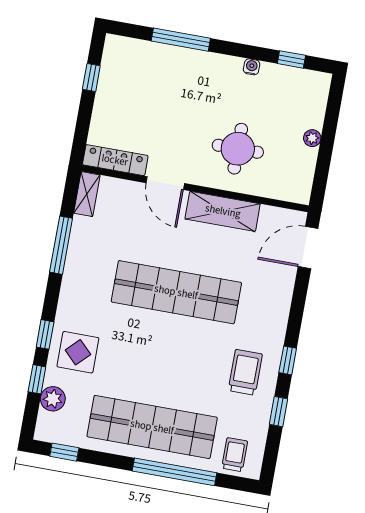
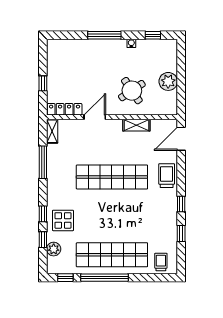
window: (181, 40) -> (104, 35), moved
window: (91, 78) -> (43, 83), moved
plant: (312, 138) -> (168, 81), width x1.88, depth x1.88
round table: (238, 149) -> (132, 91), turned -34
door: (165, 183) -> (95, 117), swing flipped
shelving: (223, 211) -> (136, 125), width x0.67, depth x0.75
trolley: (245, 372) -> (167, 176), moved
window: (175, 472) -> (105, 278), moved

